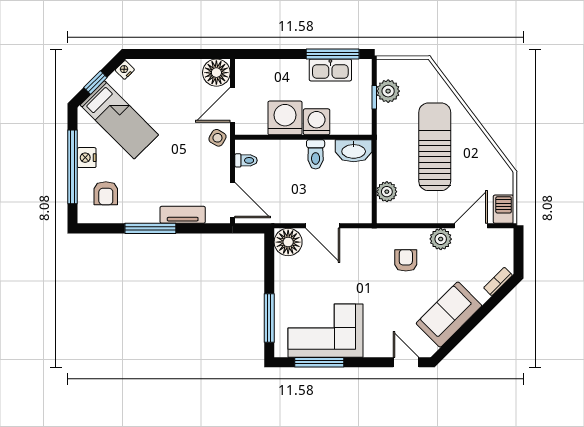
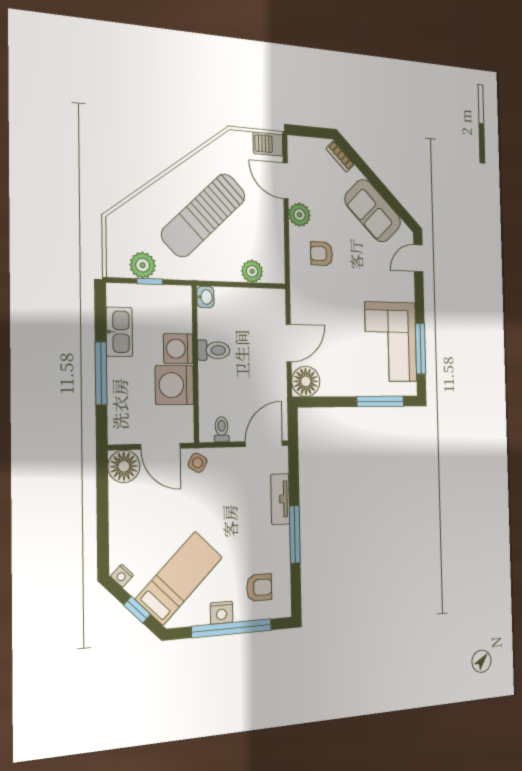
window: (333, 54) -> (101, 373), moved
sun lounger: (435, 147) -> (204, 215), turned -44
washbasin: (354, 151) -> (205, 297), width x0.52, depth x0.69

